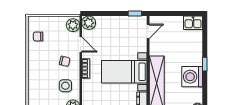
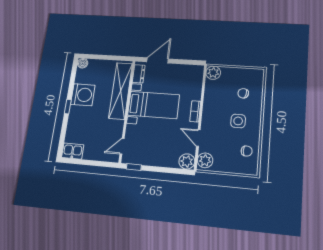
chair: (65, 61) -> (243, 93), moved
side table: (65, 86) -> (238, 121), moved

